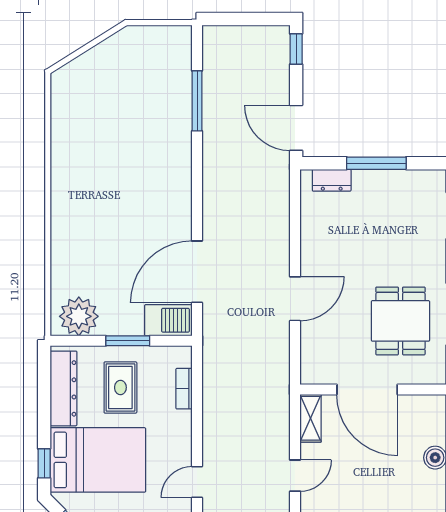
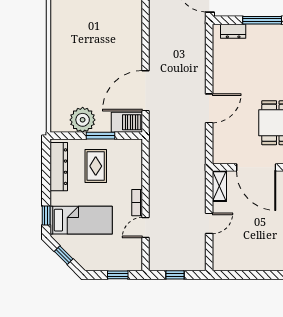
plant: (79, 316) -> (83, 120), moved
bookcase: (184, 389) -> (137, 203), moved
bed: (98, 460) -> (81, 220), width x0.67

